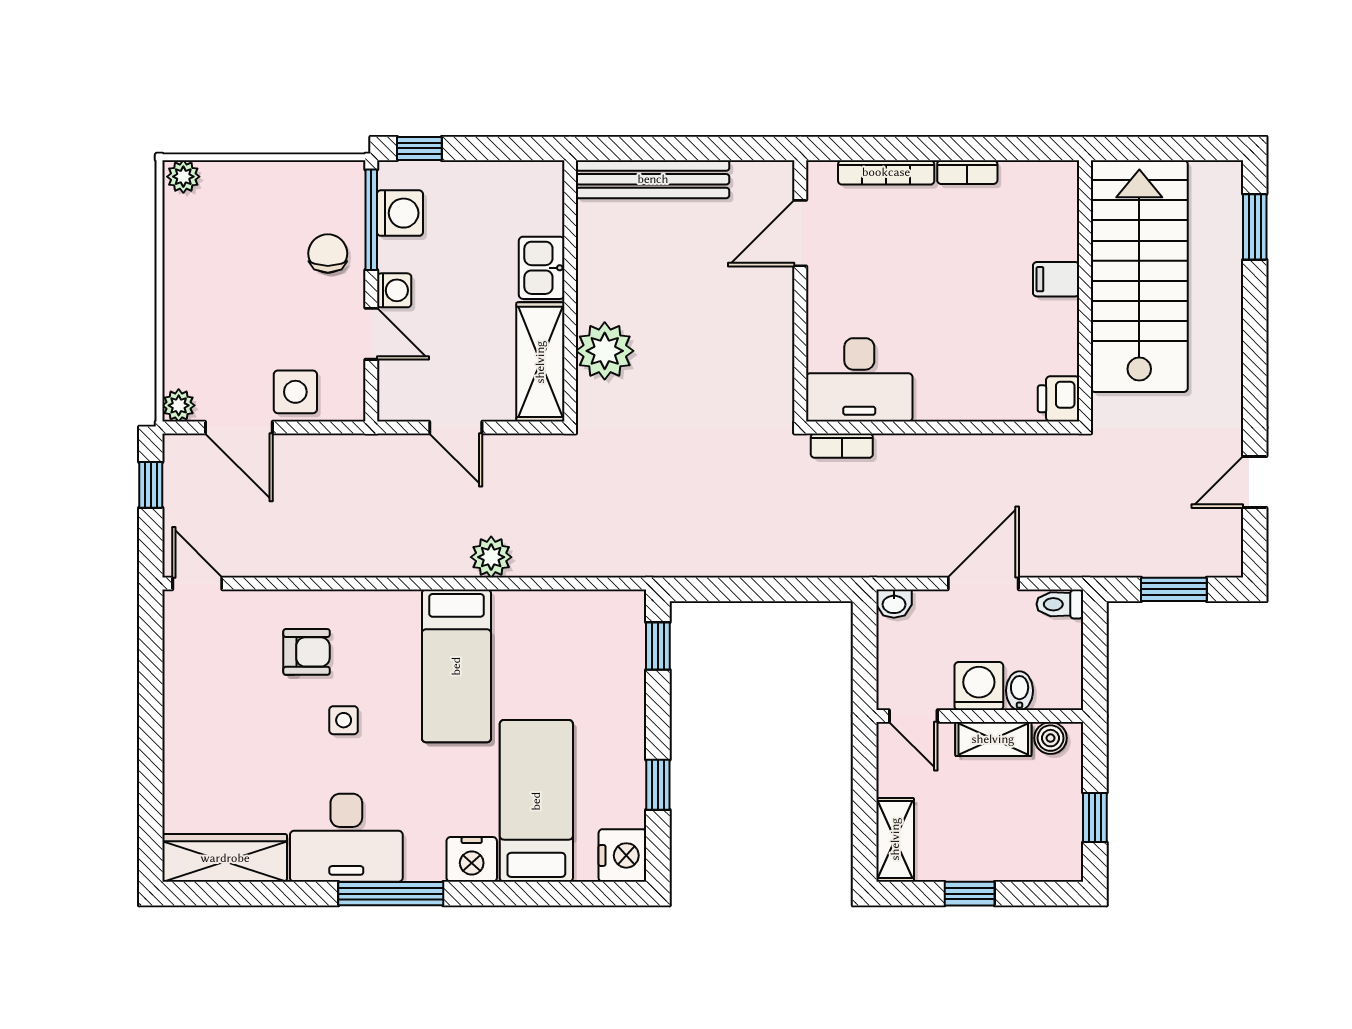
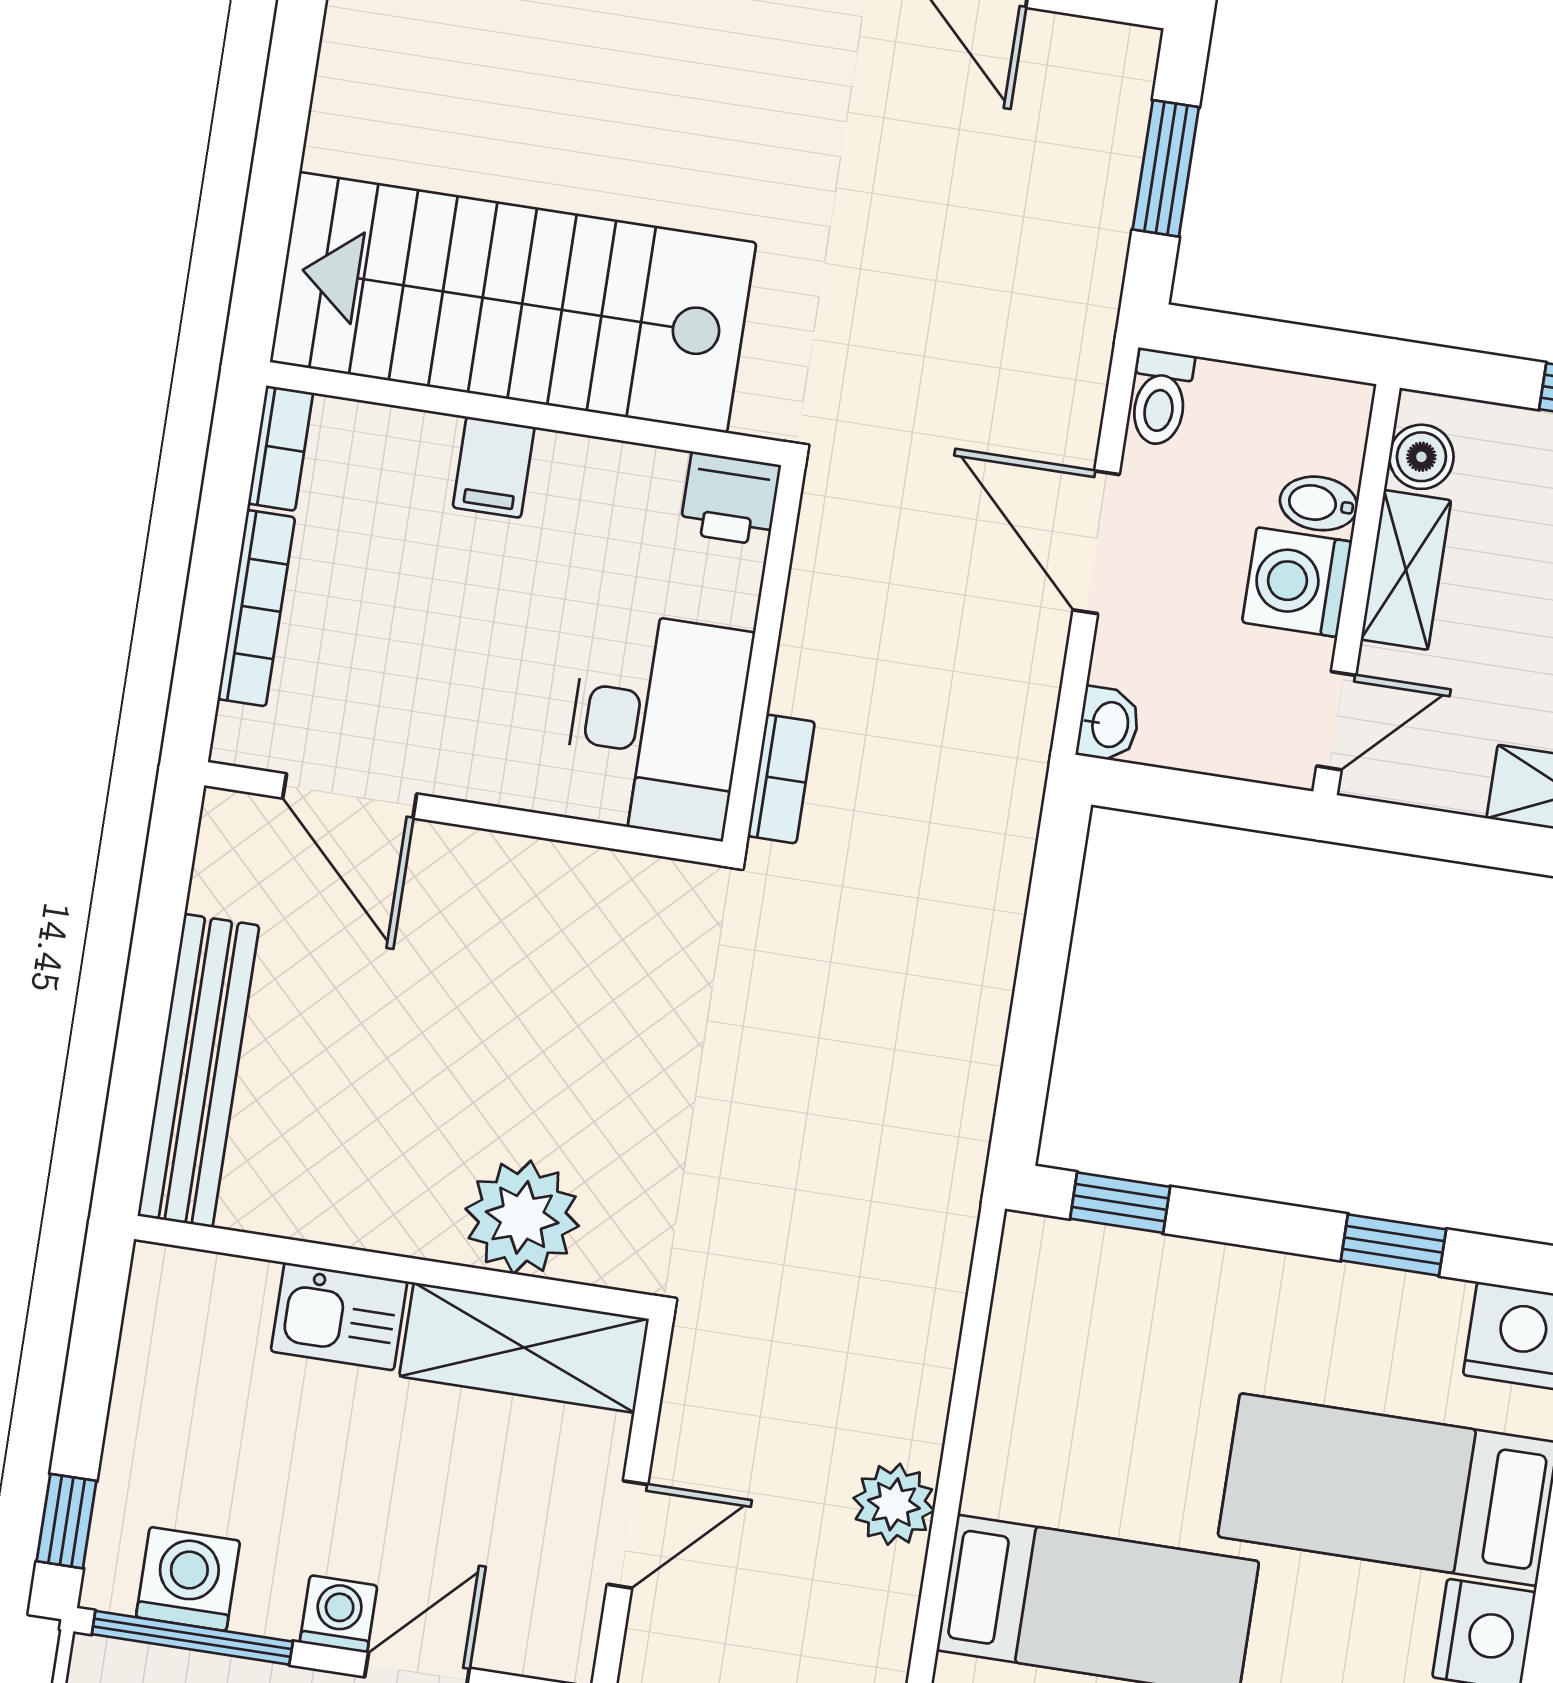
stairs: (1139, 276) -> (513, 302), moved
filing cabinet: (1056, 279) -> (494, 467), moved
wall: (1085, 291) -> (525, 414), moved
printer: (1059, 399) -> (730, 499), moved

